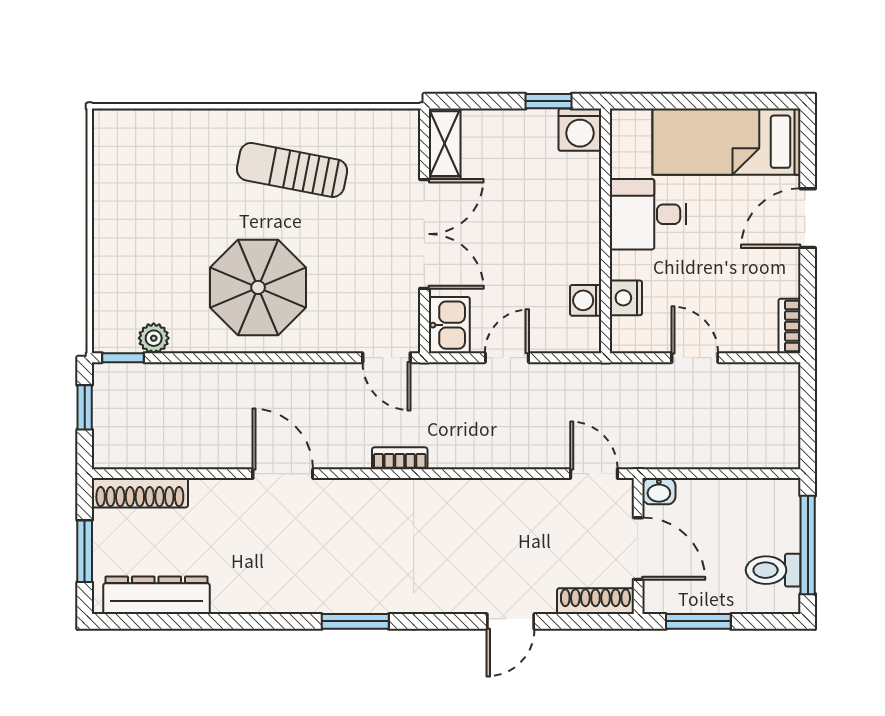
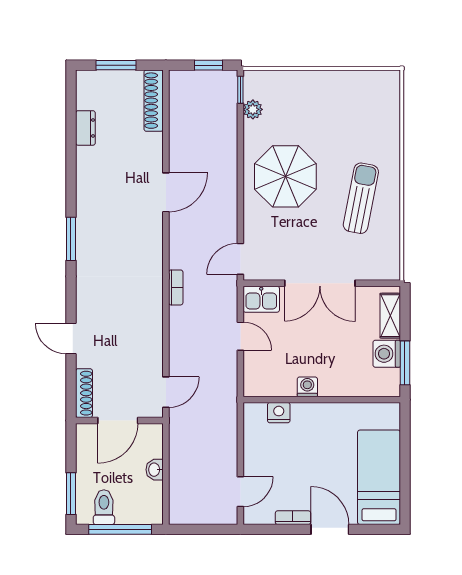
window: (548, 101) -> (405, 363), width x1.50
washing machine: (580, 130) -> (387, 354), moved
shelving: (445, 144) -> (390, 316), moved, turned 90
desk: (648, 214) -> (332, 427), removed
washing machine: (586, 300) -> (307, 387), moved
bookcase: (789, 326) -> (293, 518), moved
door: (695, 358) -> (240, 492), moved
bookcase: (400, 458) -> (176, 287), moved
washbasin: (659, 491) -> (155, 470), moved
dresser: (156, 595) -> (85, 128), width x0.51, depth x0.80
window: (698, 621) -> (71, 494), moved

